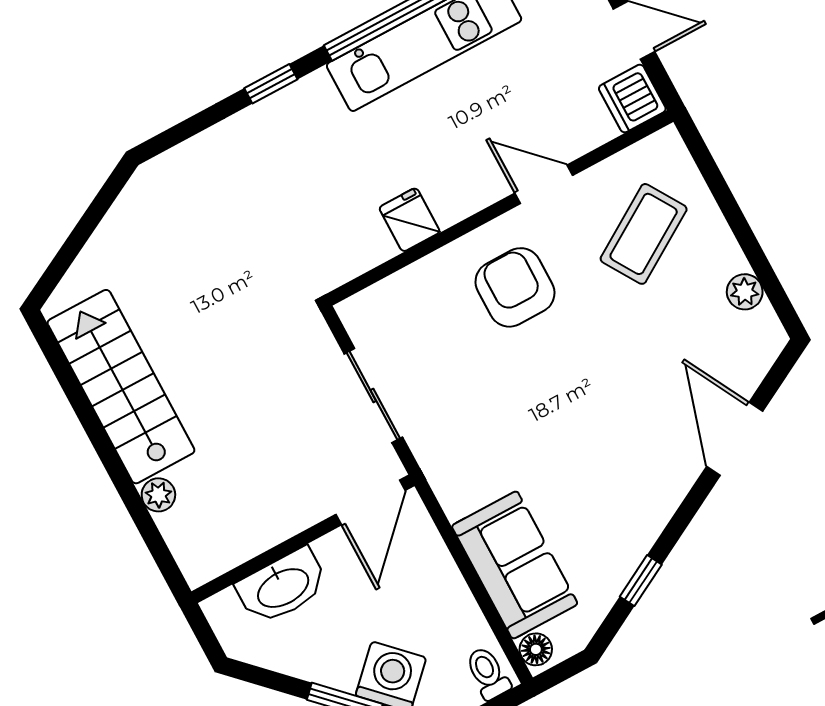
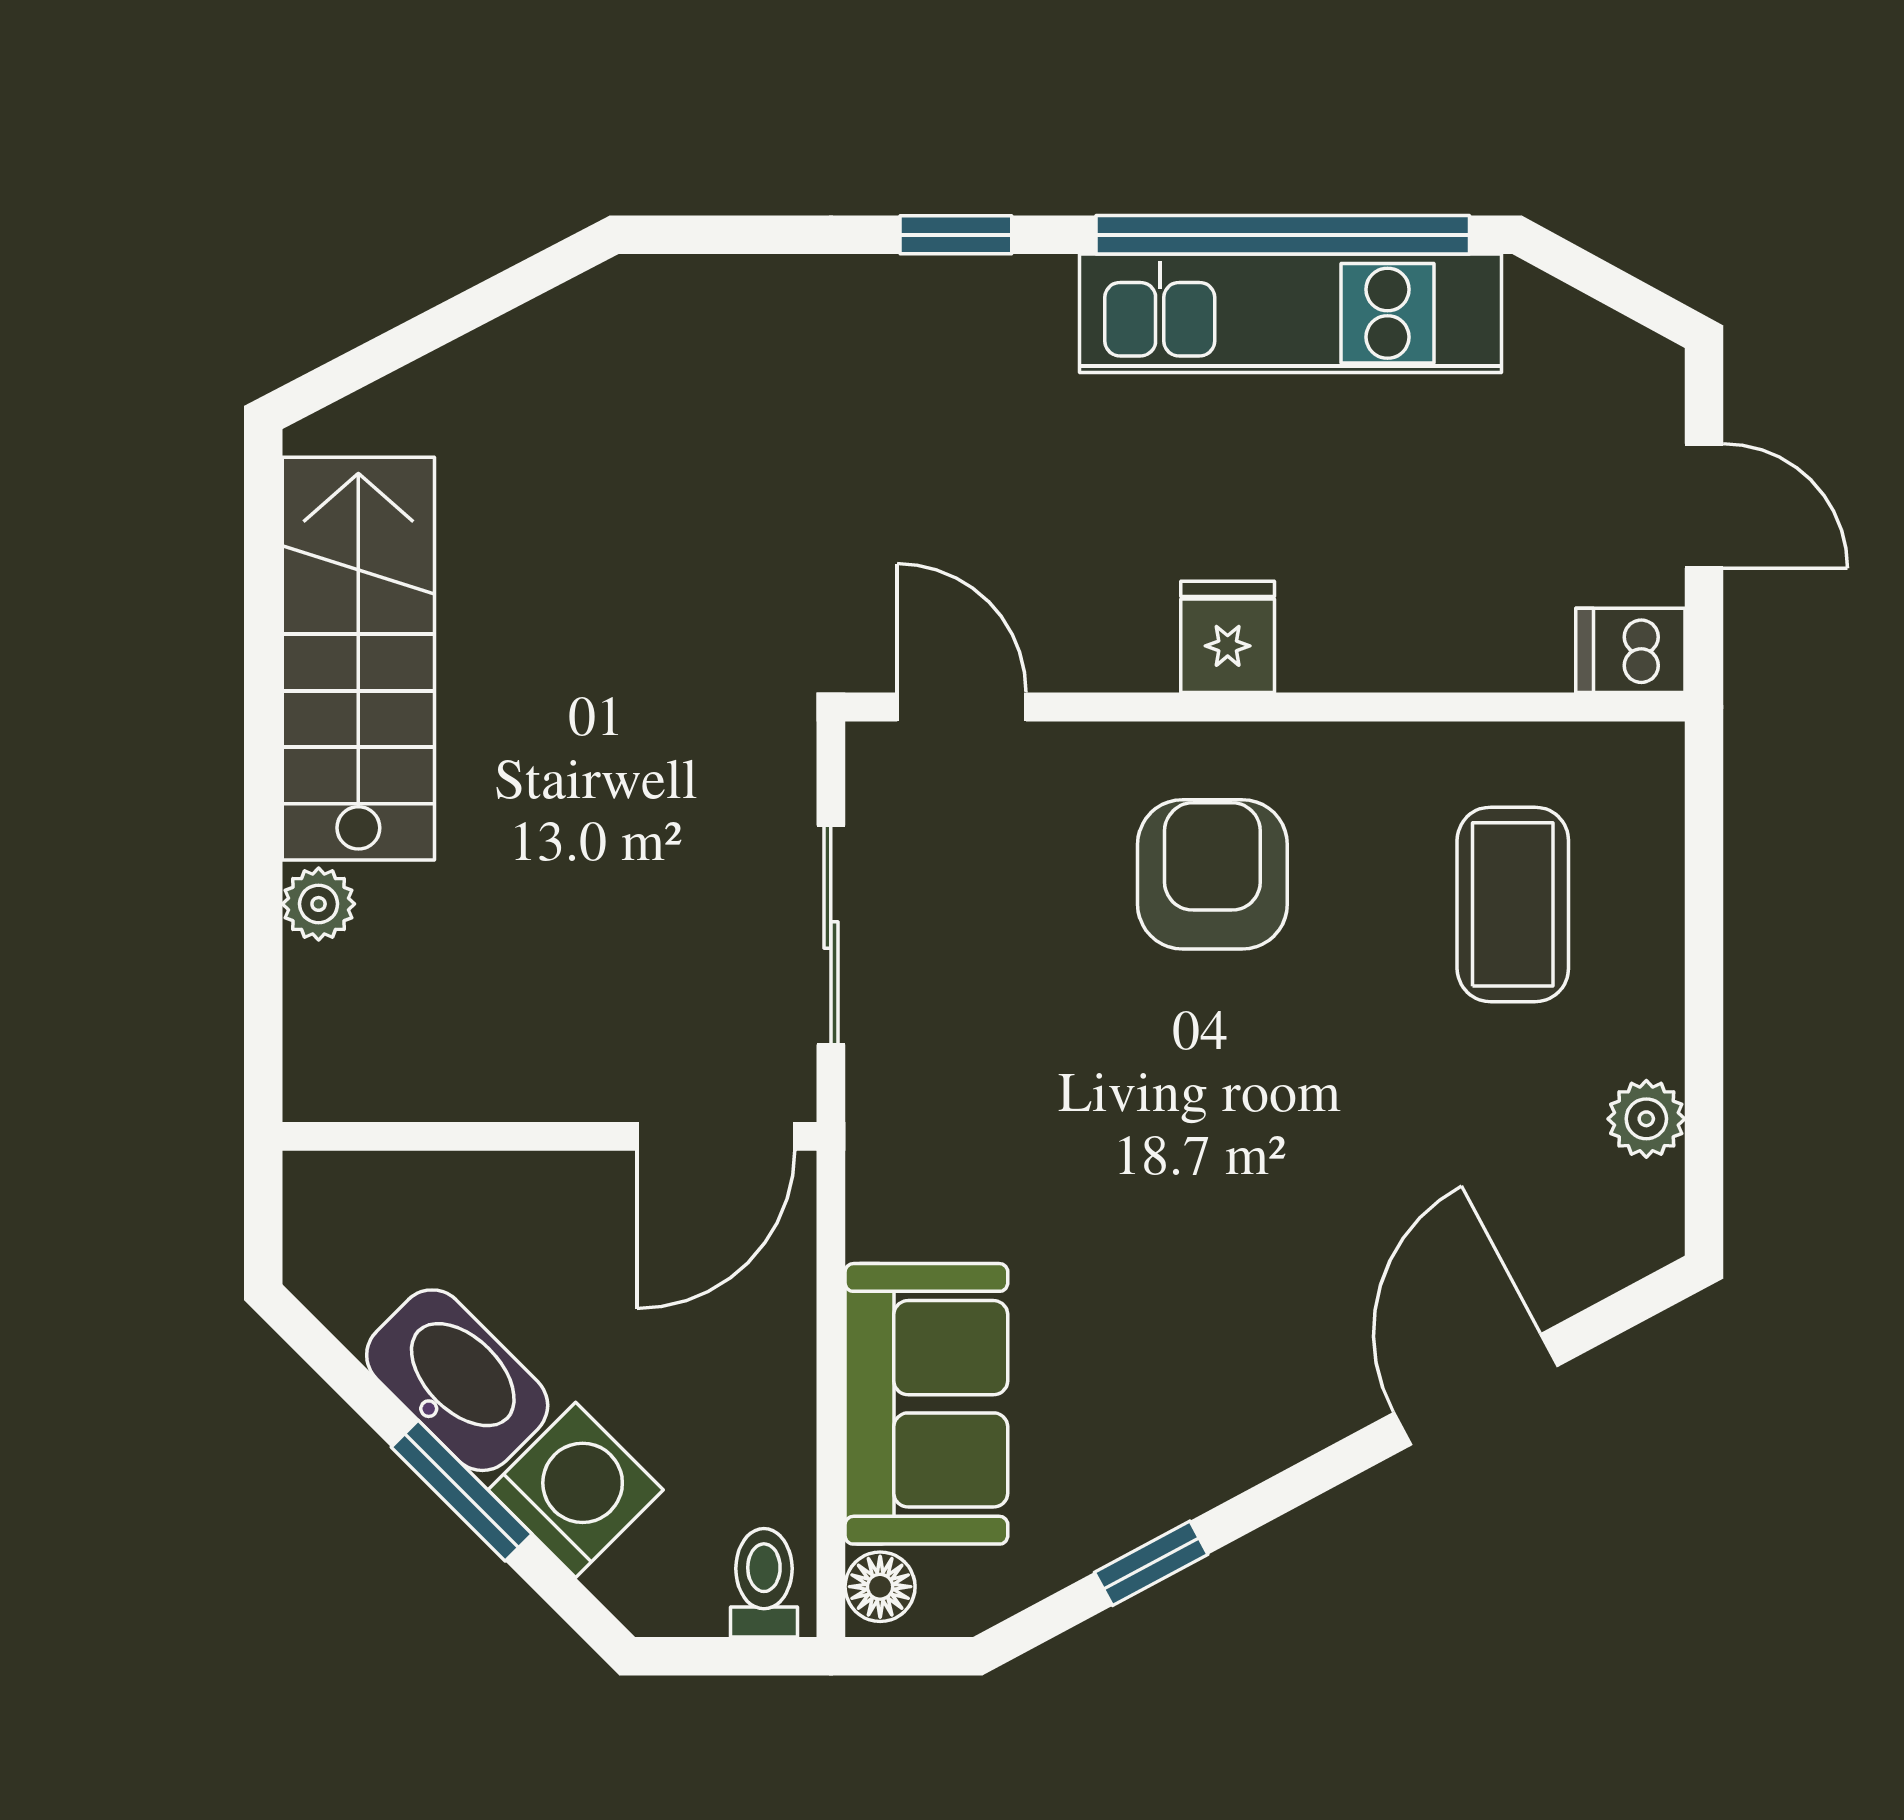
dishwasher: (632, 99) -> (1630, 650), width x0.73
door: (544, 184) -> (962, 707), moved
fridge: (410, 220) -> (1228, 637), moved
coffee table: (644, 234) -> (1513, 904), turned -58
washbasin: (282, 587) -> (457, 1380), moved, turned -135

